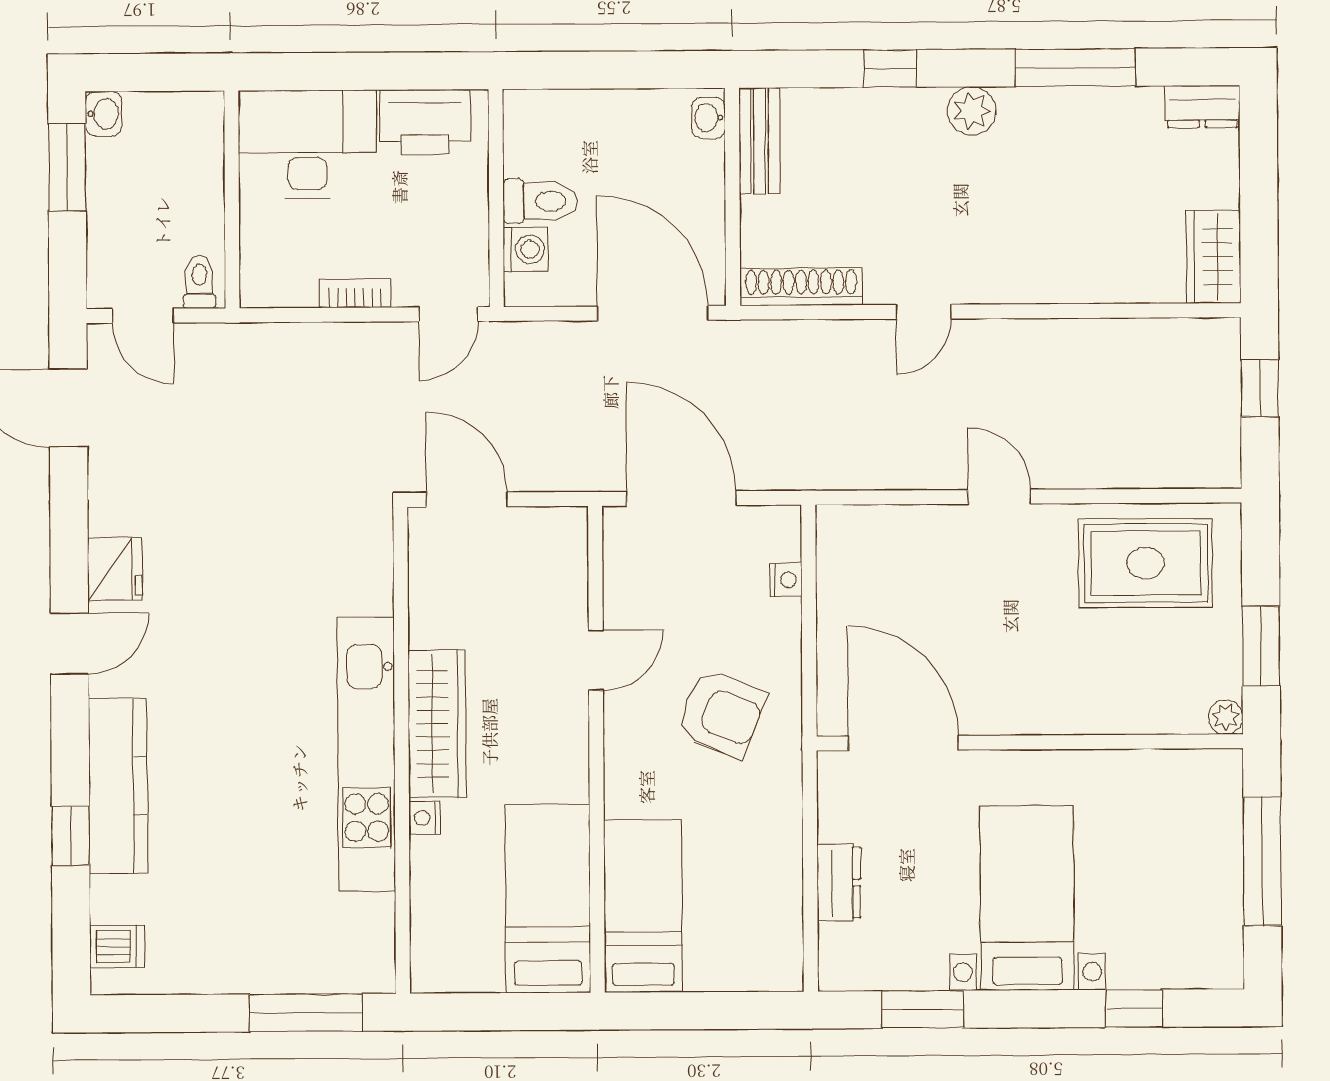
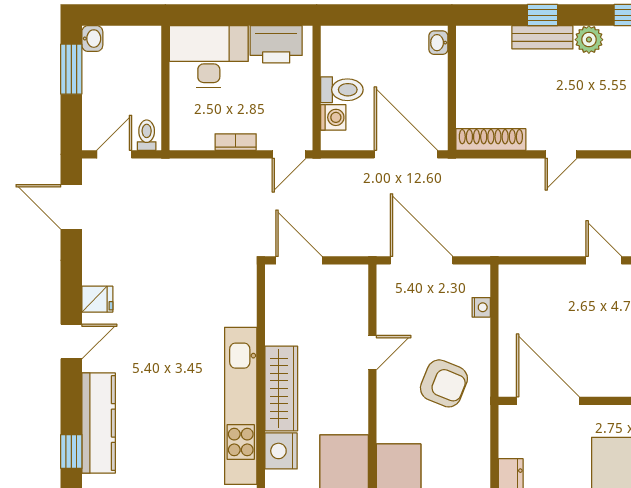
bench: (760, 141) -> (542, 37), moved, turned 90
door: (143, 316) -> (114, 154), swing flipped
fridge: (115, 569) -> (97, 299), width x0.72
nightstand: (425, 818) -> (281, 451), width x1.89, depth x1.79

